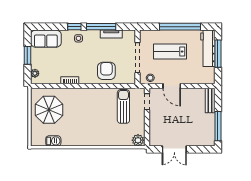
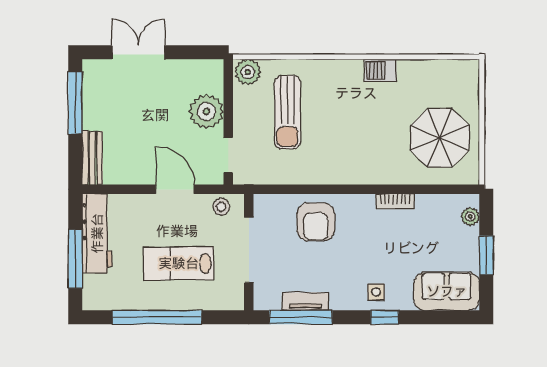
window: (101, 27) -> (301, 317), moved
workbench: (208, 48) -> (97, 233), moved
lab bench: (170, 52) -> (179, 263), turned 180
sun lounger: (123, 106) -> (287, 112), moved
plant: (157, 122) -> (206, 111), added
barbecue: (53, 141) -> (380, 71), moved
double door: (174, 149) -> (138, 52), moved

